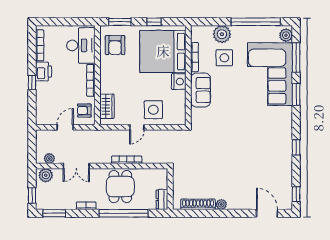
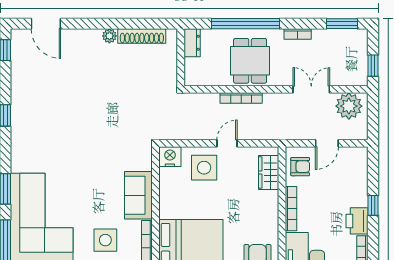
nightstand: (179, 82) -> (170, 157), moved, turned 90
plant: (49, 159) -> (349, 106), width x1.87, depth x1.87
plant: (46, 175) -> (354, 76), removed
window: (32, 196) -> (373, 66), moved

